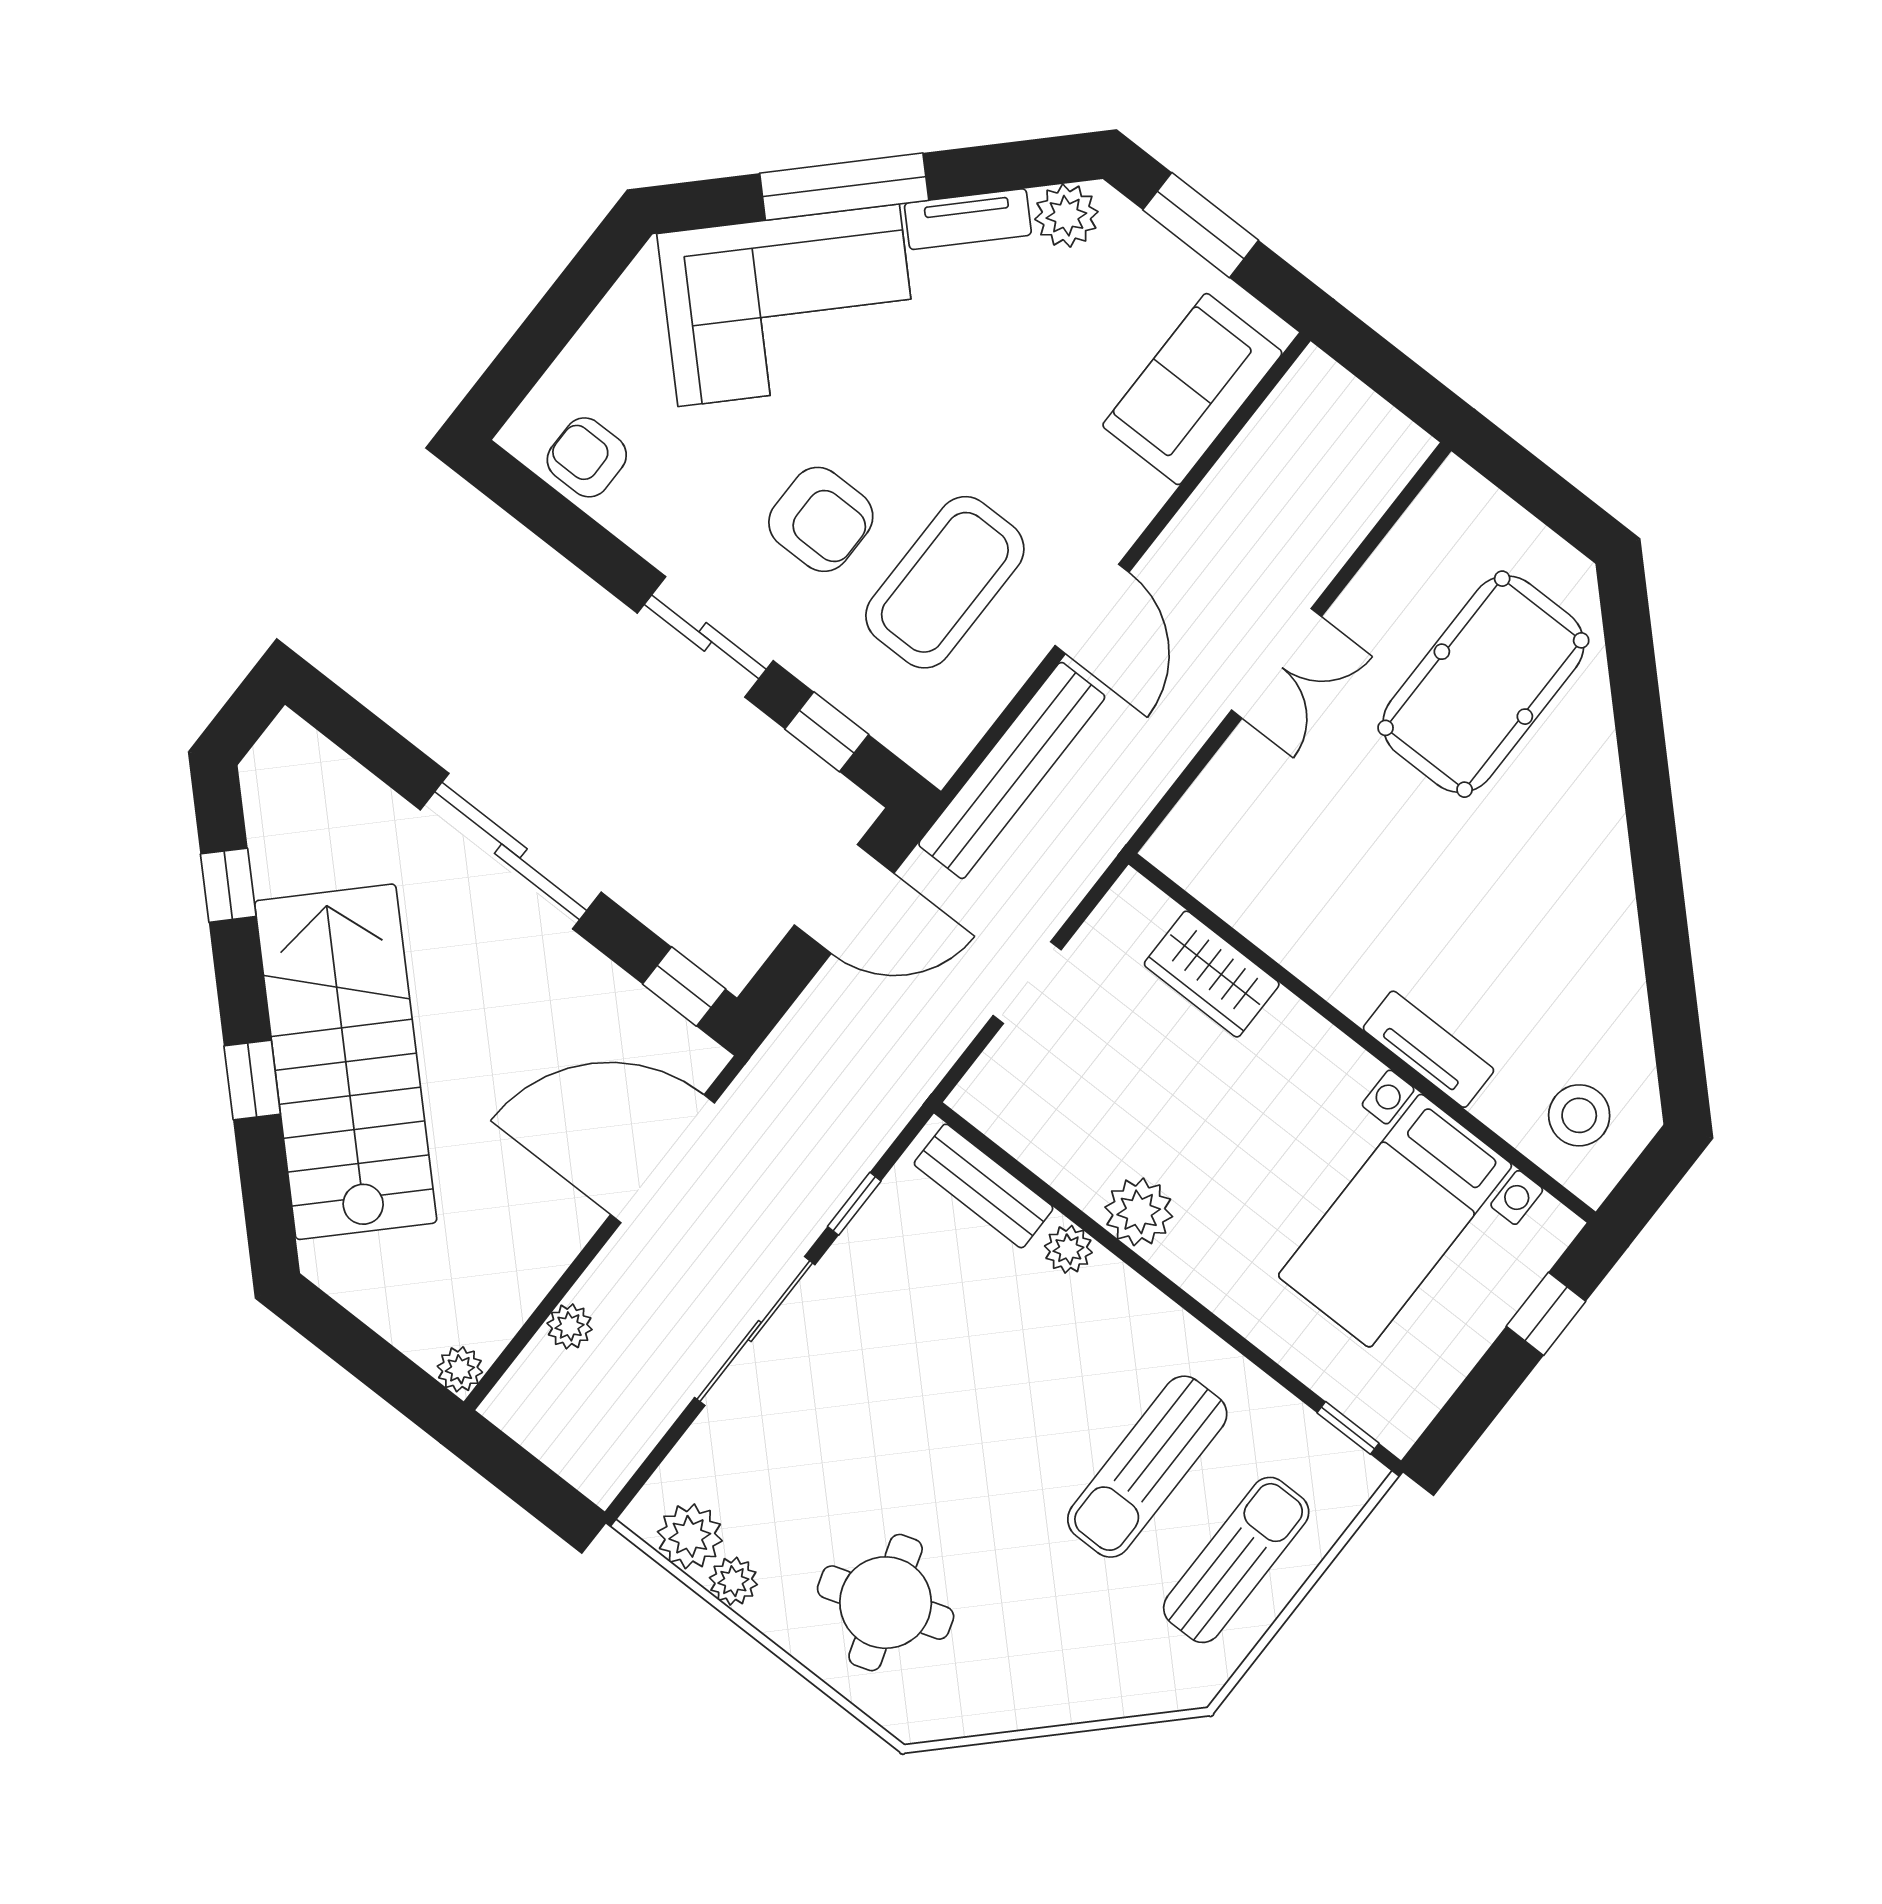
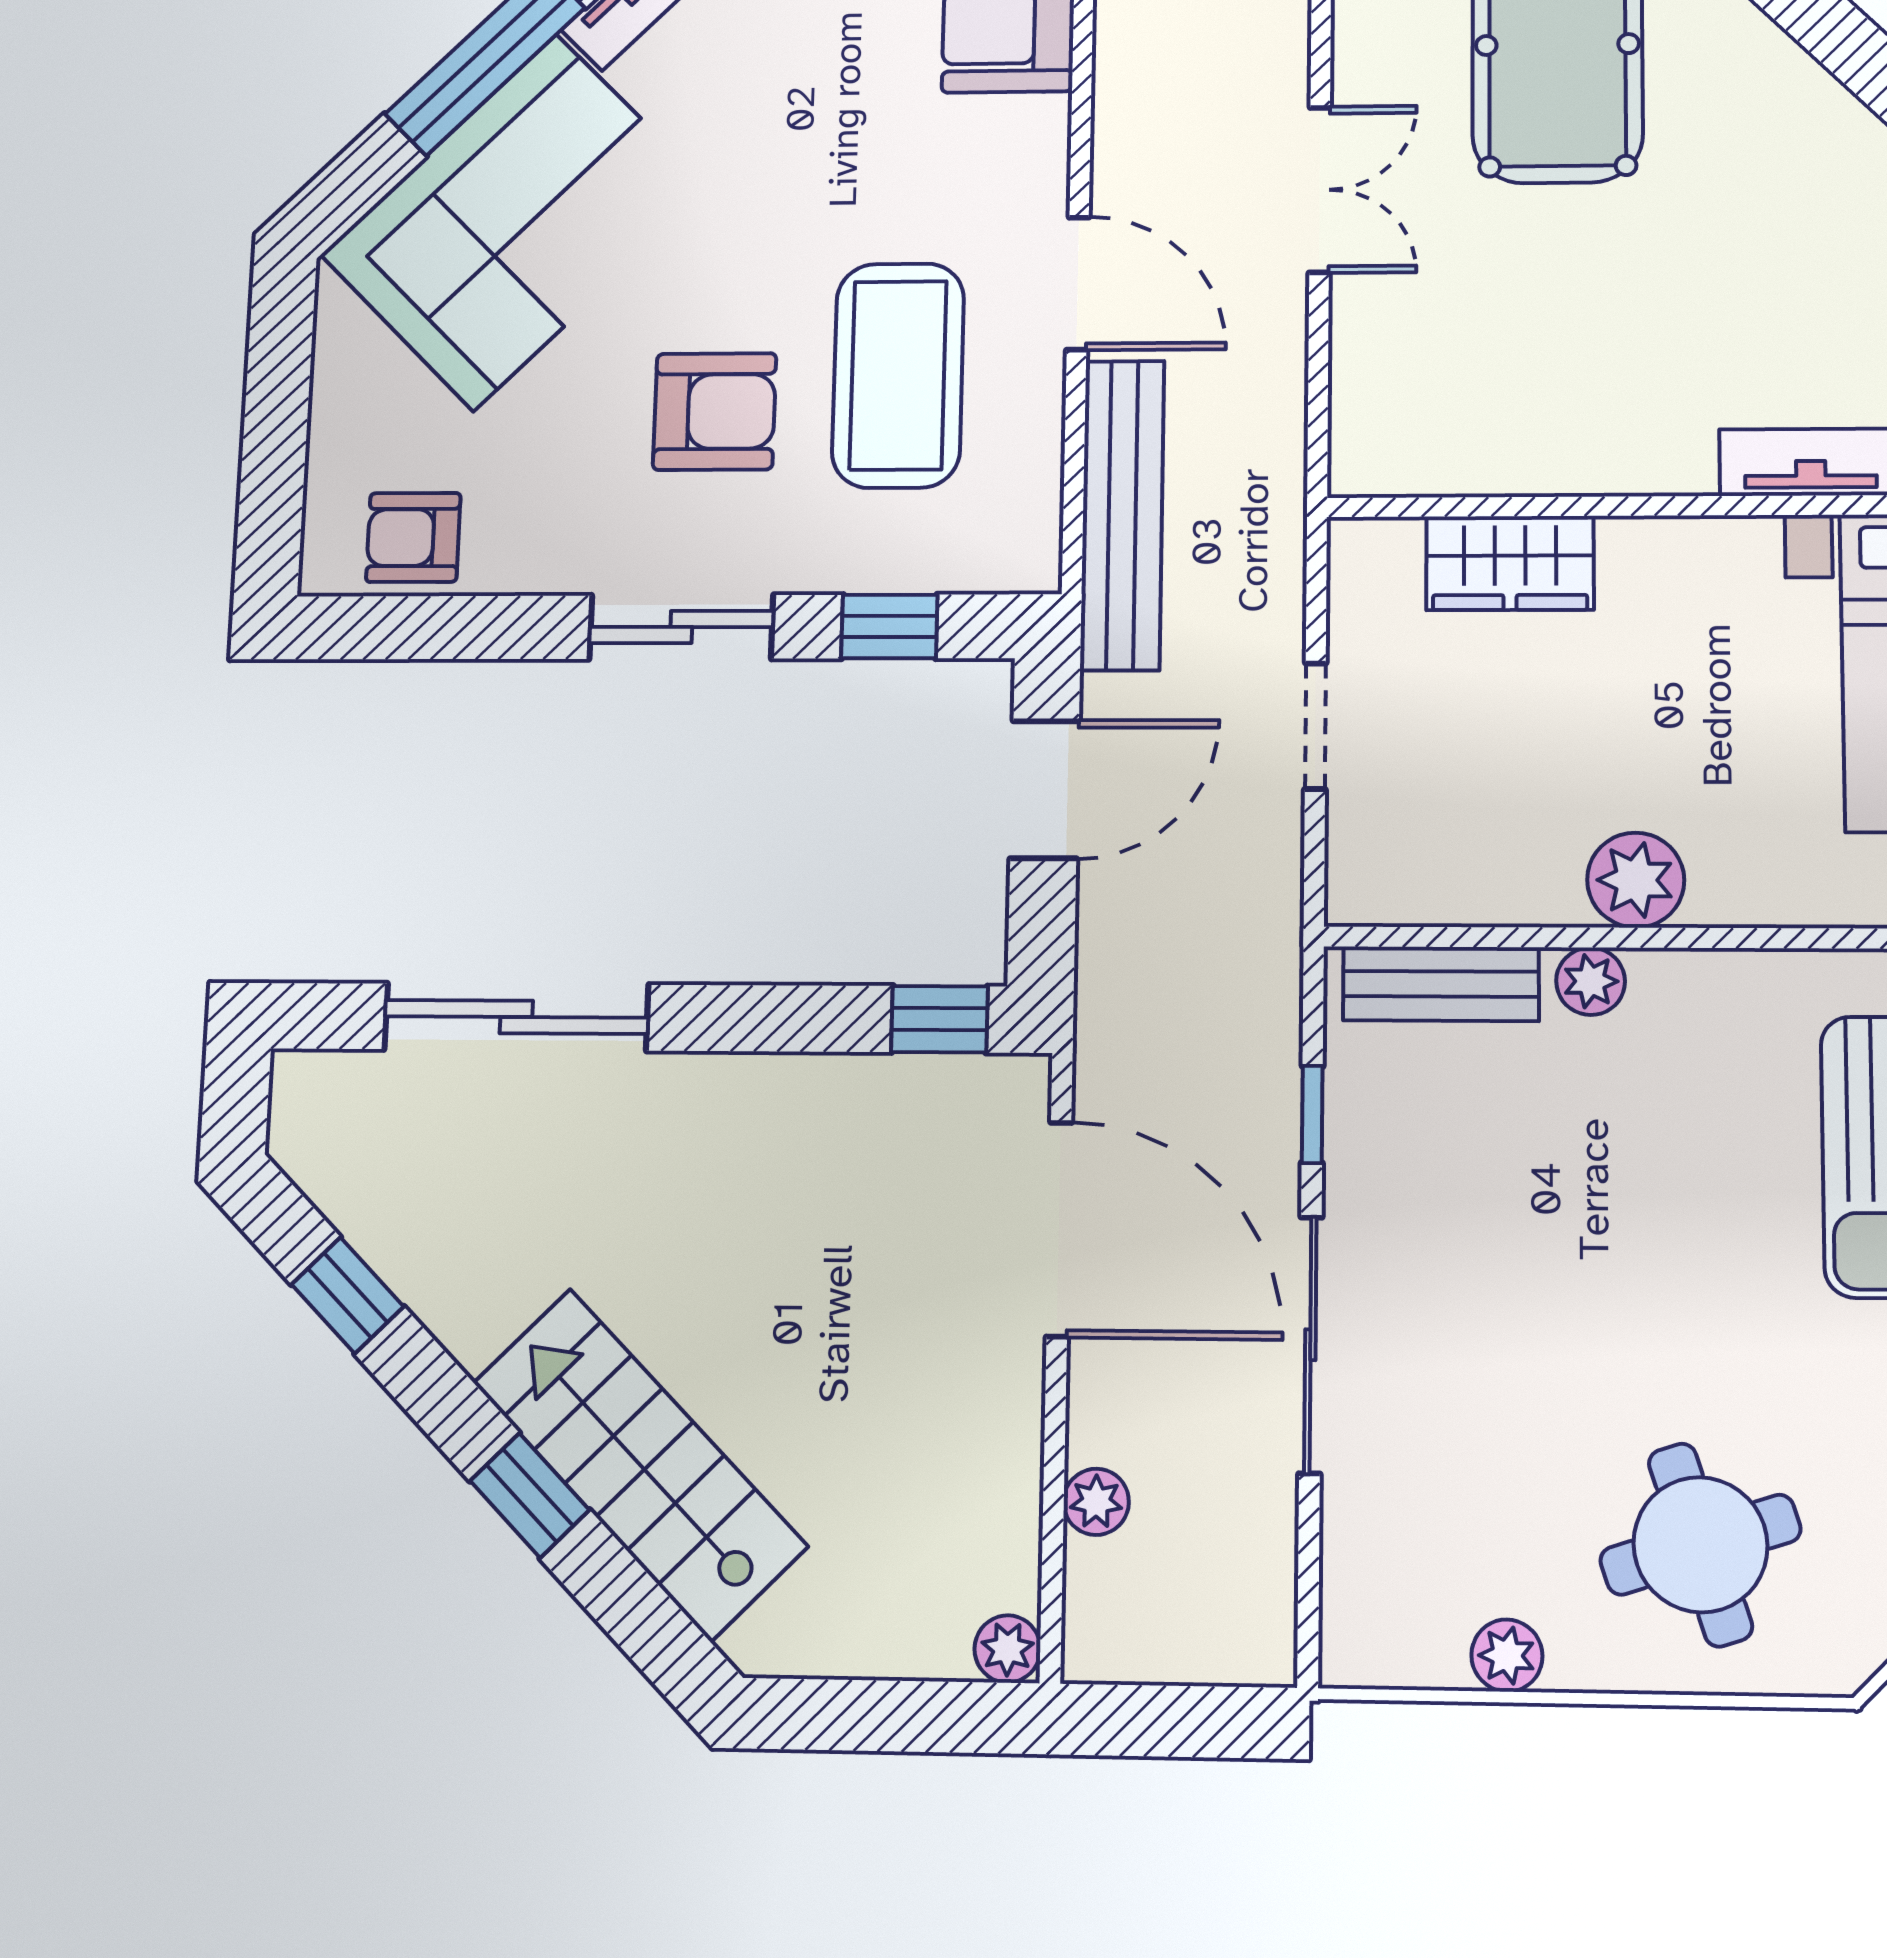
sliding door: (511, 851) -> (516, 1017), moved
stairs: (346, 1062) -> (640, 1464), width x0.73, depth x0.66
door: (663, 1159) -> (1059, 1229), swing flipped
plant: (690, 1536) -> (1417, 1641), removed

